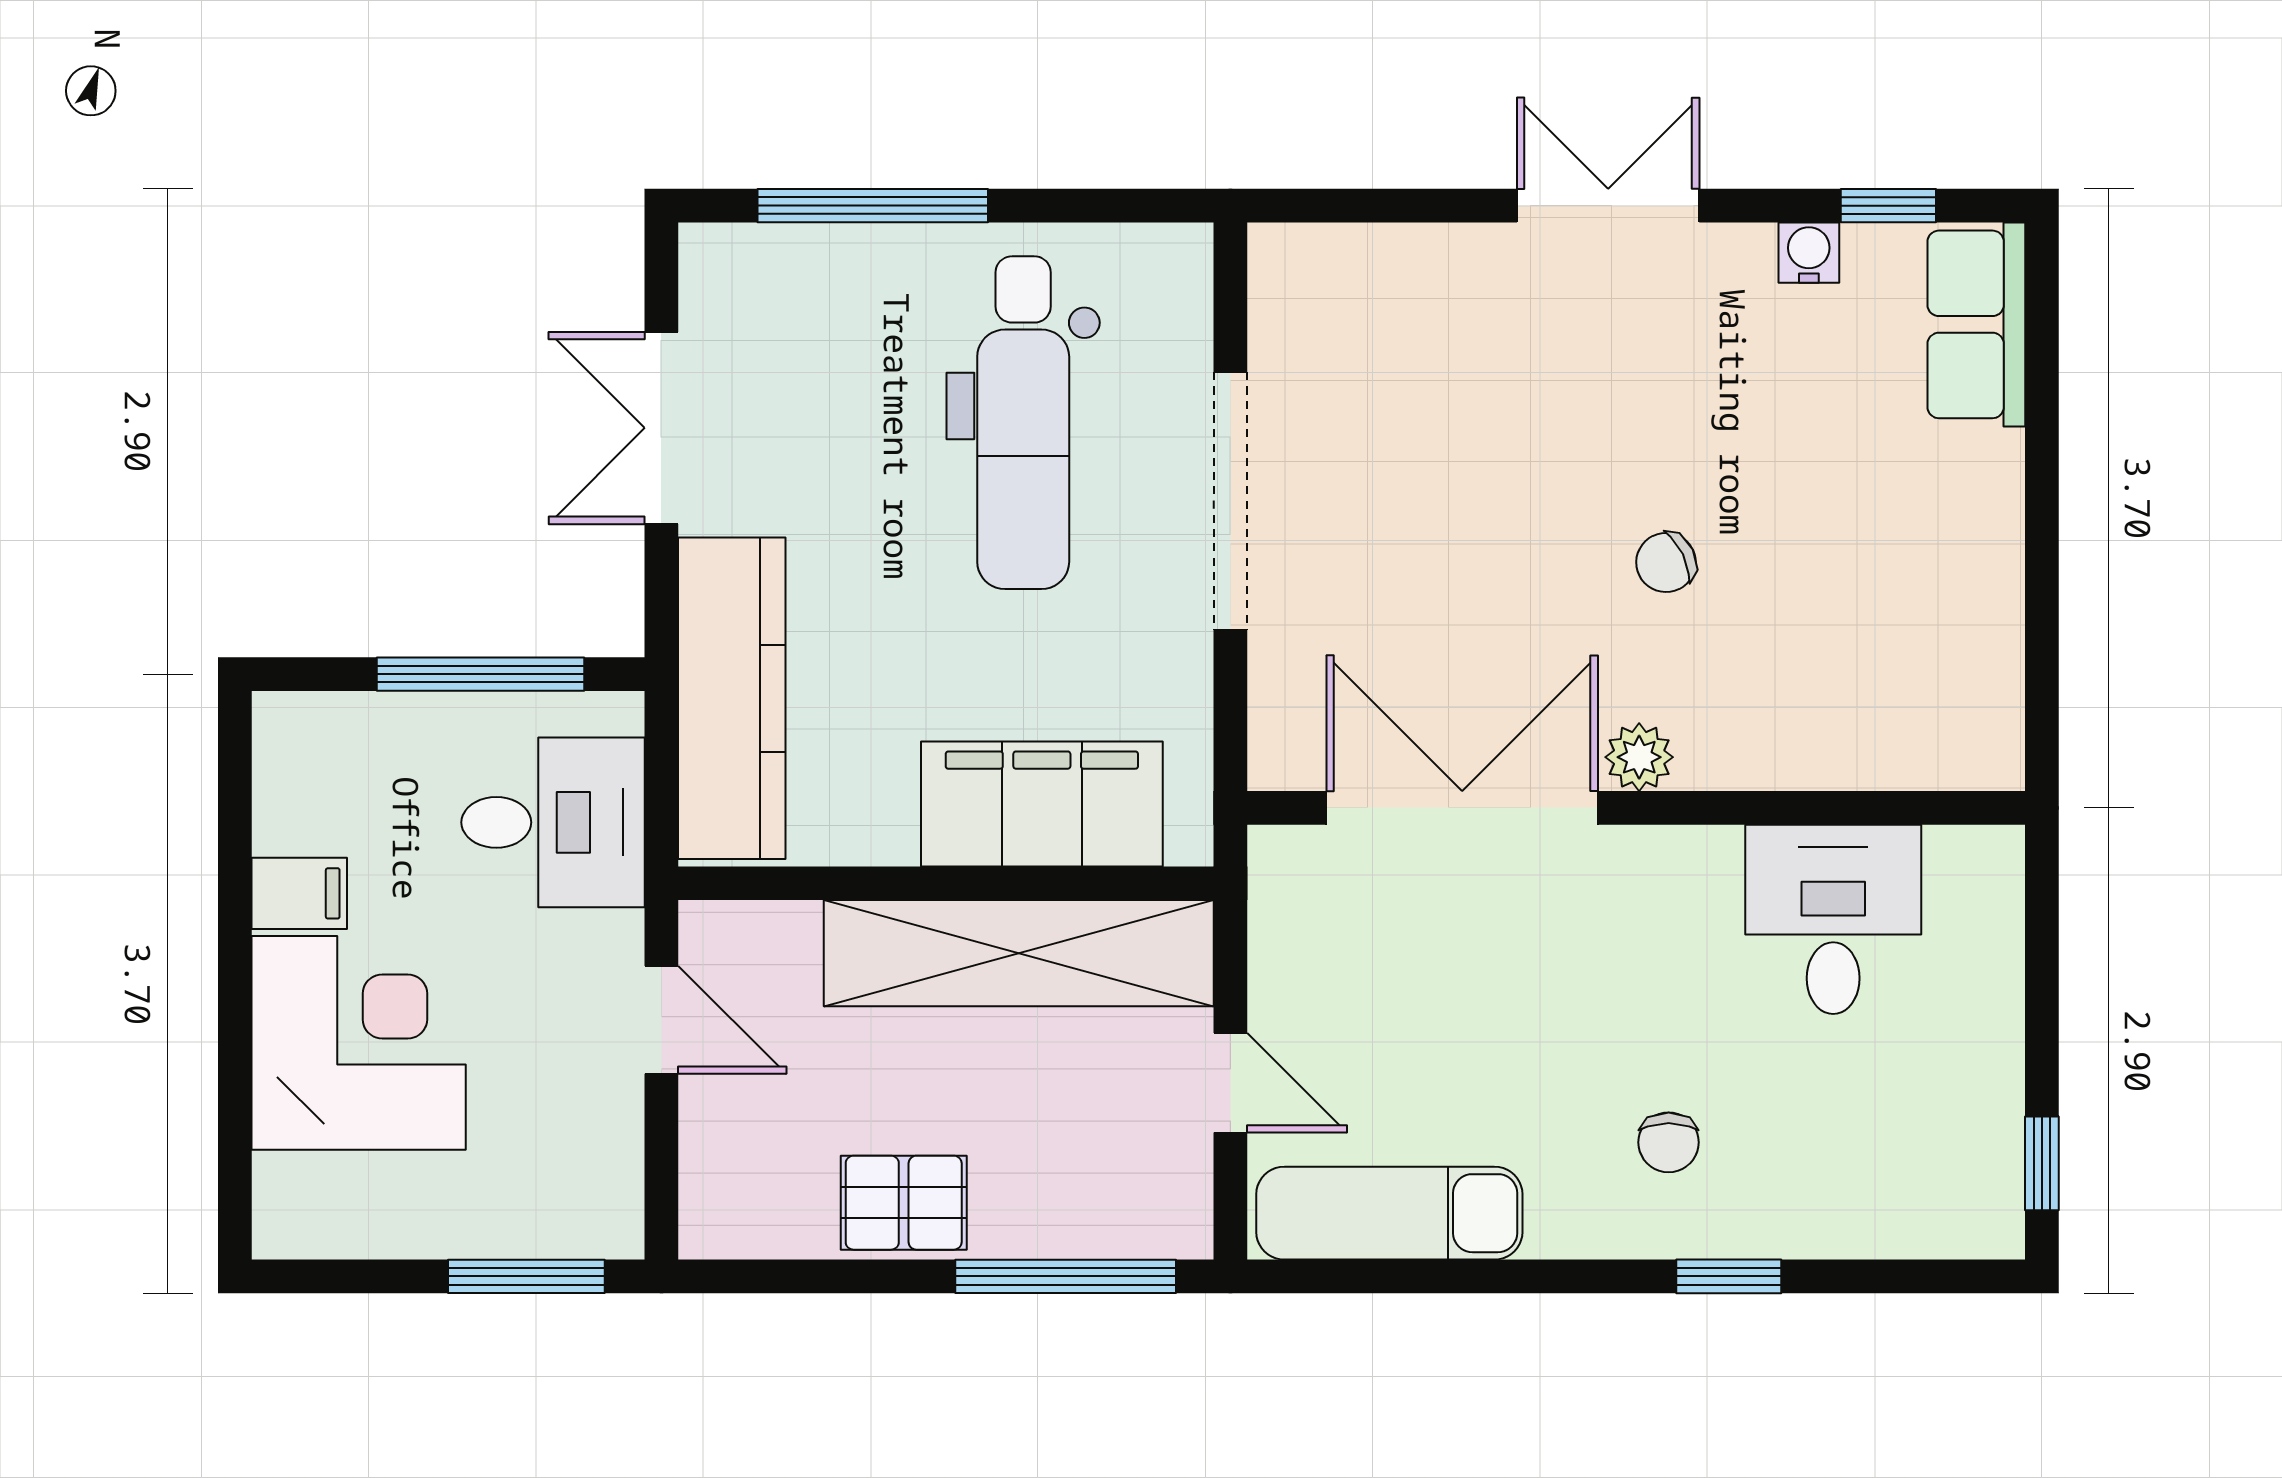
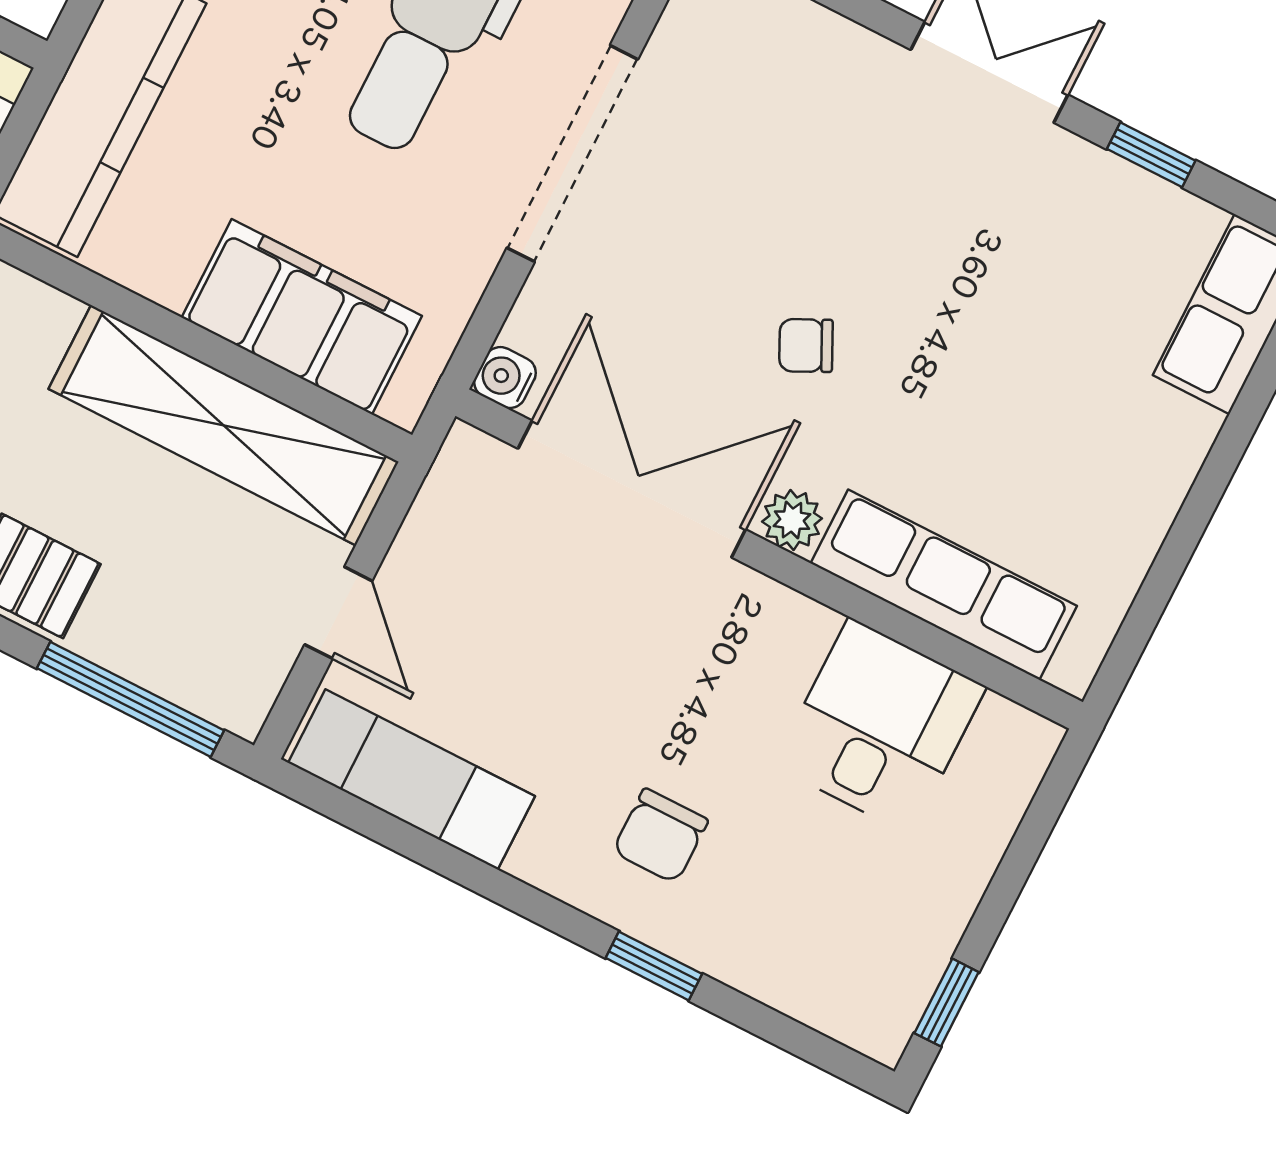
window: (1888, 206) -> (1151, 155), moved
water cooler: (1809, 253) -> (505, 378), moved, turned -90
chair: (1666, 562) -> (806, 346), moved
row of seats: (1825, 744) -> (944, 585), added
chair: (1669, 1142) -> (660, 836), width x1.37, depth x1.37

